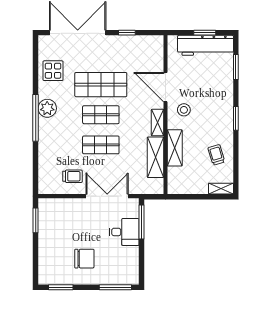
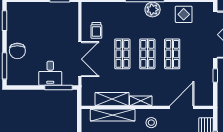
shop shelf: (101, 85) -> (172, 54), width x0.70, depth x0.74
door: (165, 87) -> (182, 107), moved
shelving: (175, 148) -> (113, 115), width x1.47
chair: (84, 259) -> (17, 51), moved

